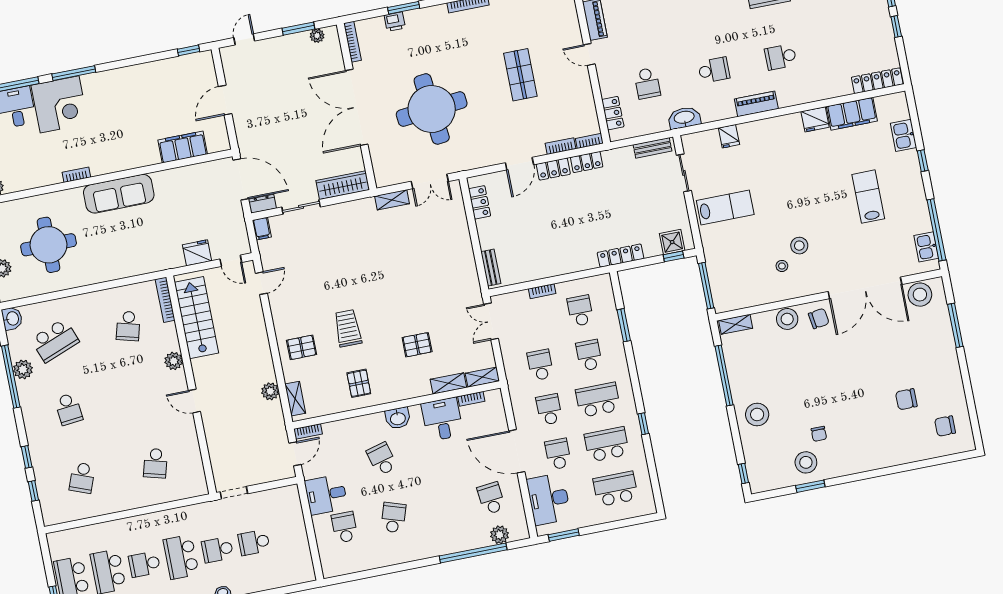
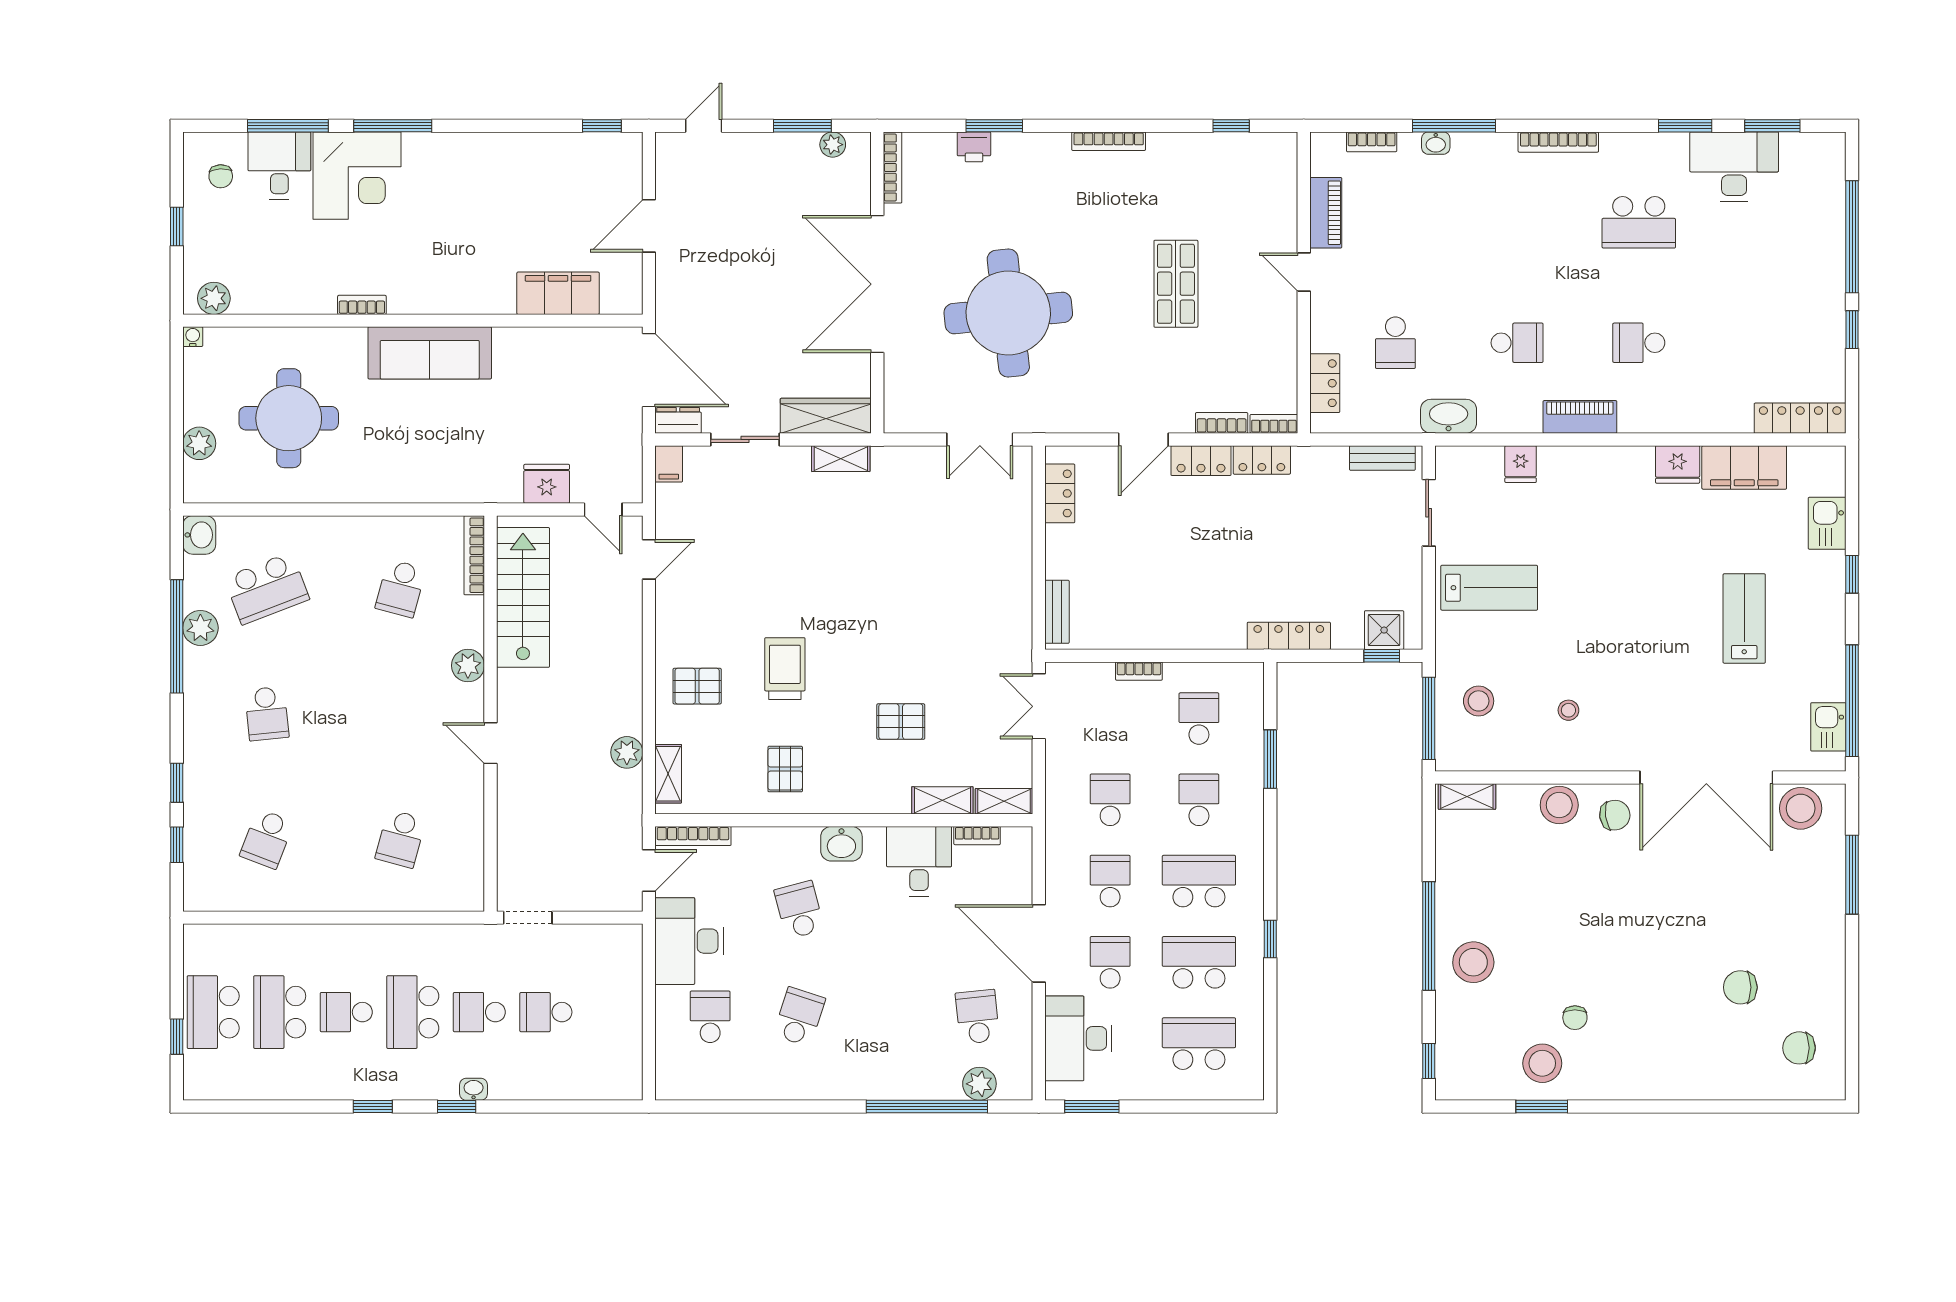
shelving: (392, 200) -> (841, 459), moved
stool: (799, 246) -> (1479, 701), moved
window: (724, 375) -> (1429, 936), moved
bookcase: (308, 431) -> (693, 836), width x1.56
desk: (326, 495) -> (689, 941), width x1.37

